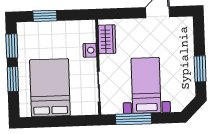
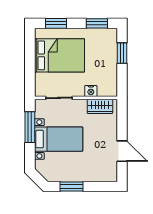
window: (13, 79) -> (56, 23), moved

